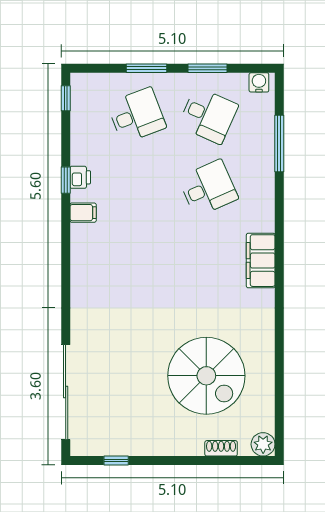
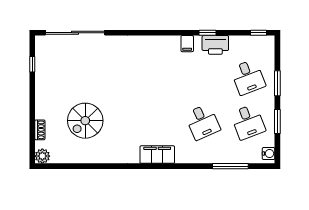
desk: (208, 115) -> (248, 122), turned -45
printer: (80, 177) -> (215, 45), width x1.87, depth x1.48
spiral stairs: (206, 376) -> (85, 121), width x0.73, depth x0.73

